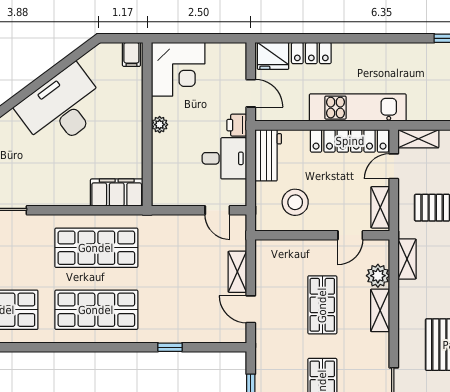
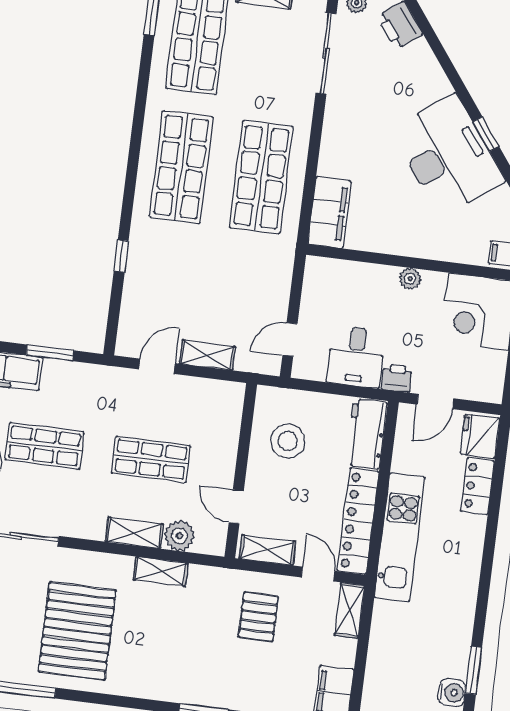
window: (42, 81) -> (486, 134), added
workbench: (268, 155) -> (367, 434), moved, turned 90
shelving: (407, 259) -> (161, 571), moved

